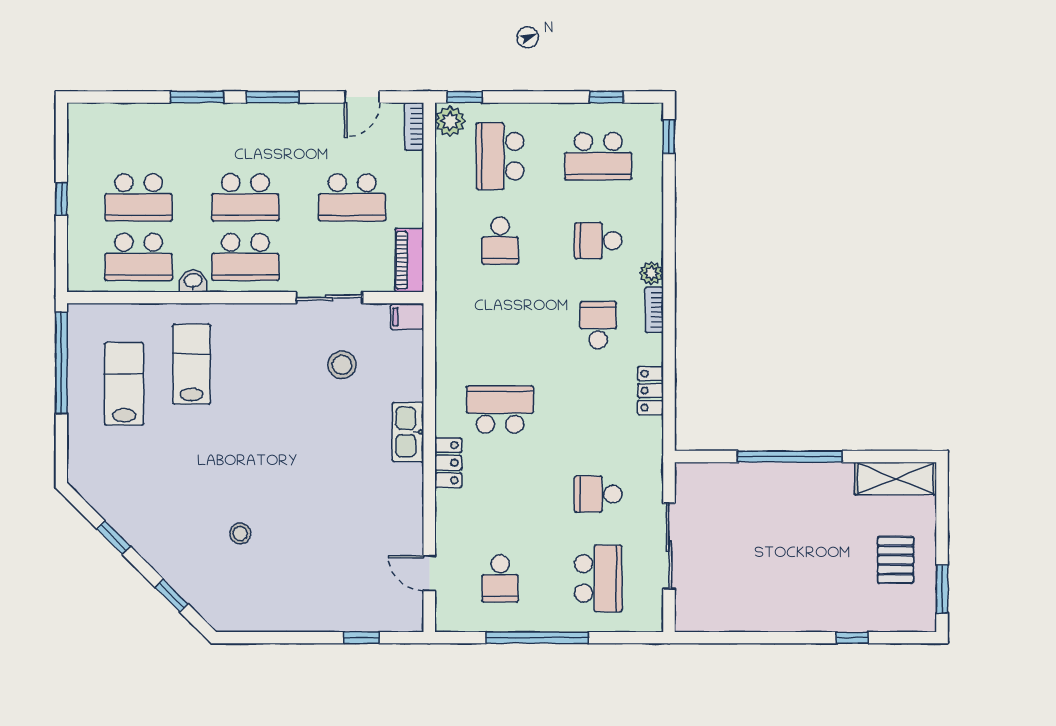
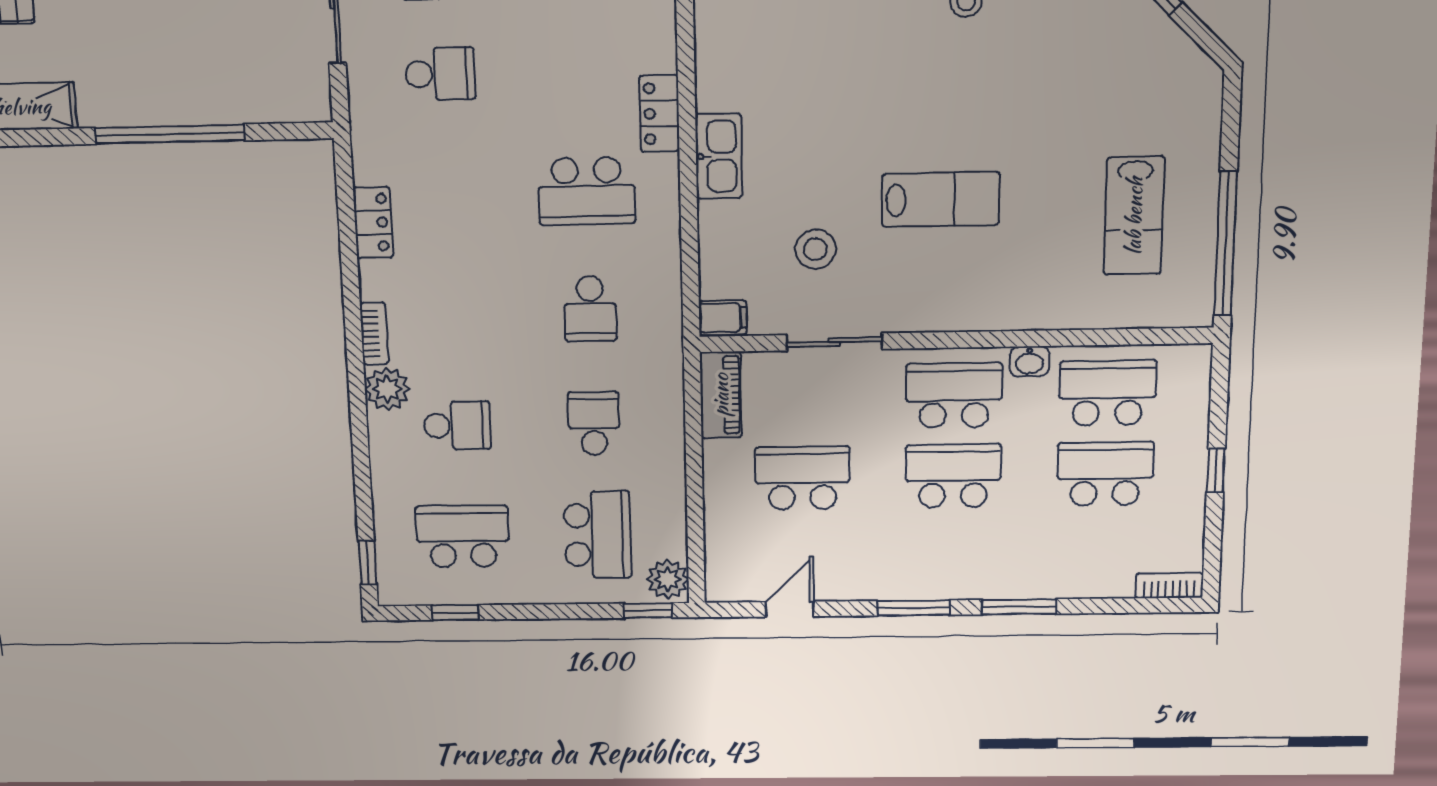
bookcase: (414, 126) -> (1169, 586), moved, turned -90
plant: (652, 273) -> (387, 389), width x1.38, depth x1.38
school desk: (598, 325) -> (590, 309), moved
lab bench: (192, 364) -> (940, 199), moved, turned -90

